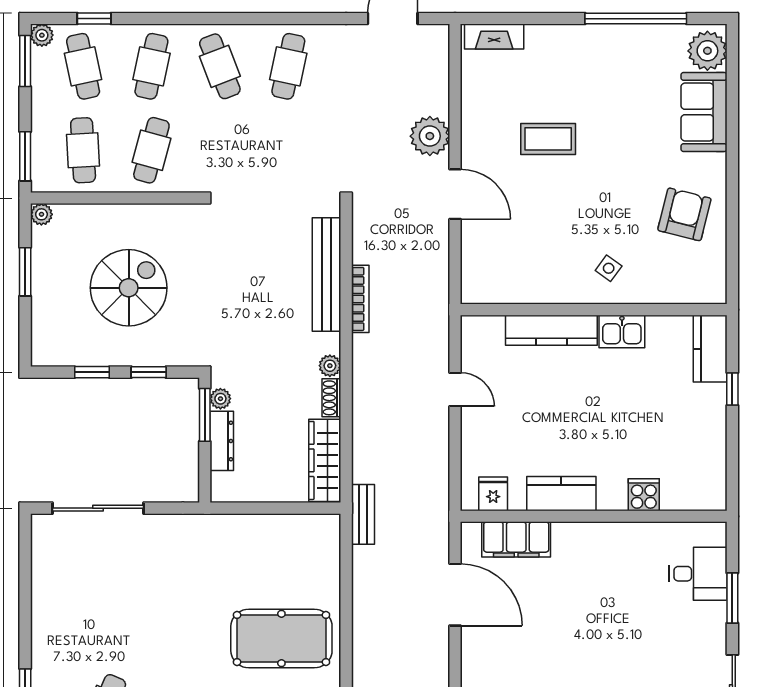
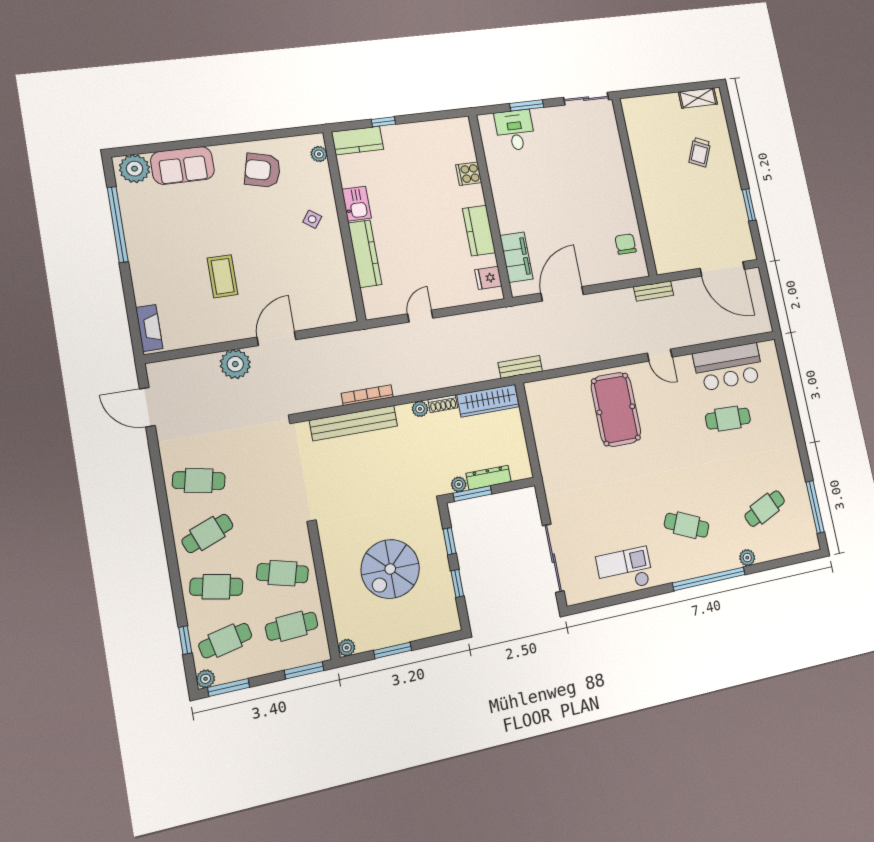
spiral stairs: (129, 288) -> (390, 569), turned -90
plant: (697, 293) -> (319, 154), added
checkout: (62, 605) -> (625, 570), added

